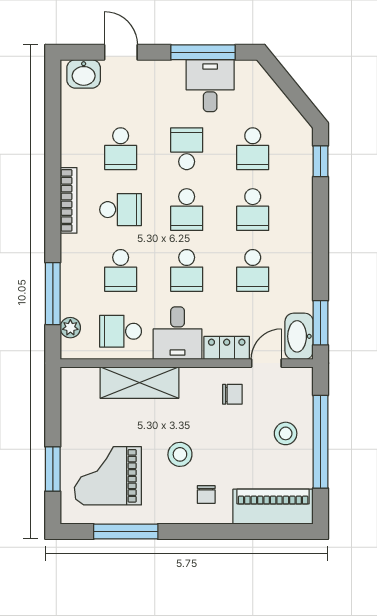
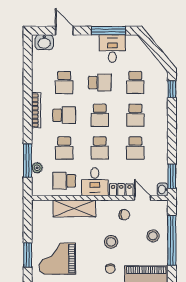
school desk: (187, 149) -> (100, 83), turned 90
plant: (70, 328) -> (37, 168), moved
washbasin: (299, 336) -> (163, 189), width x0.52, depth x0.69
door: (266, 363) -> (143, 198), hinge flipped
stool: (180, 454) -> (111, 242), moved

